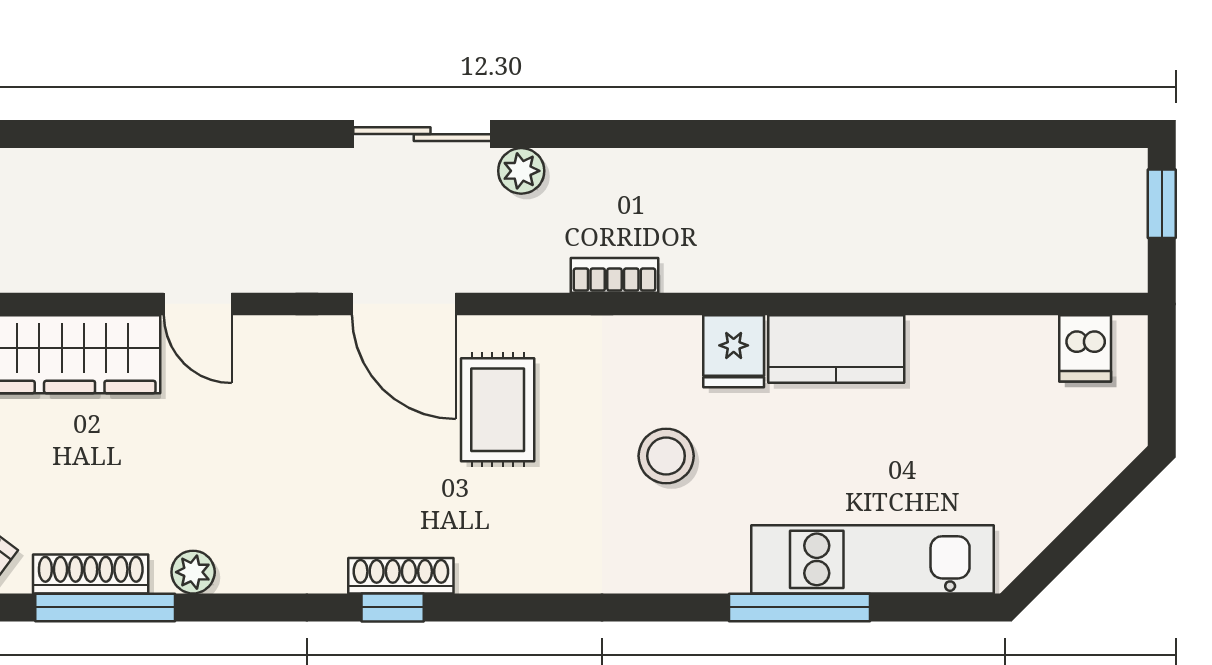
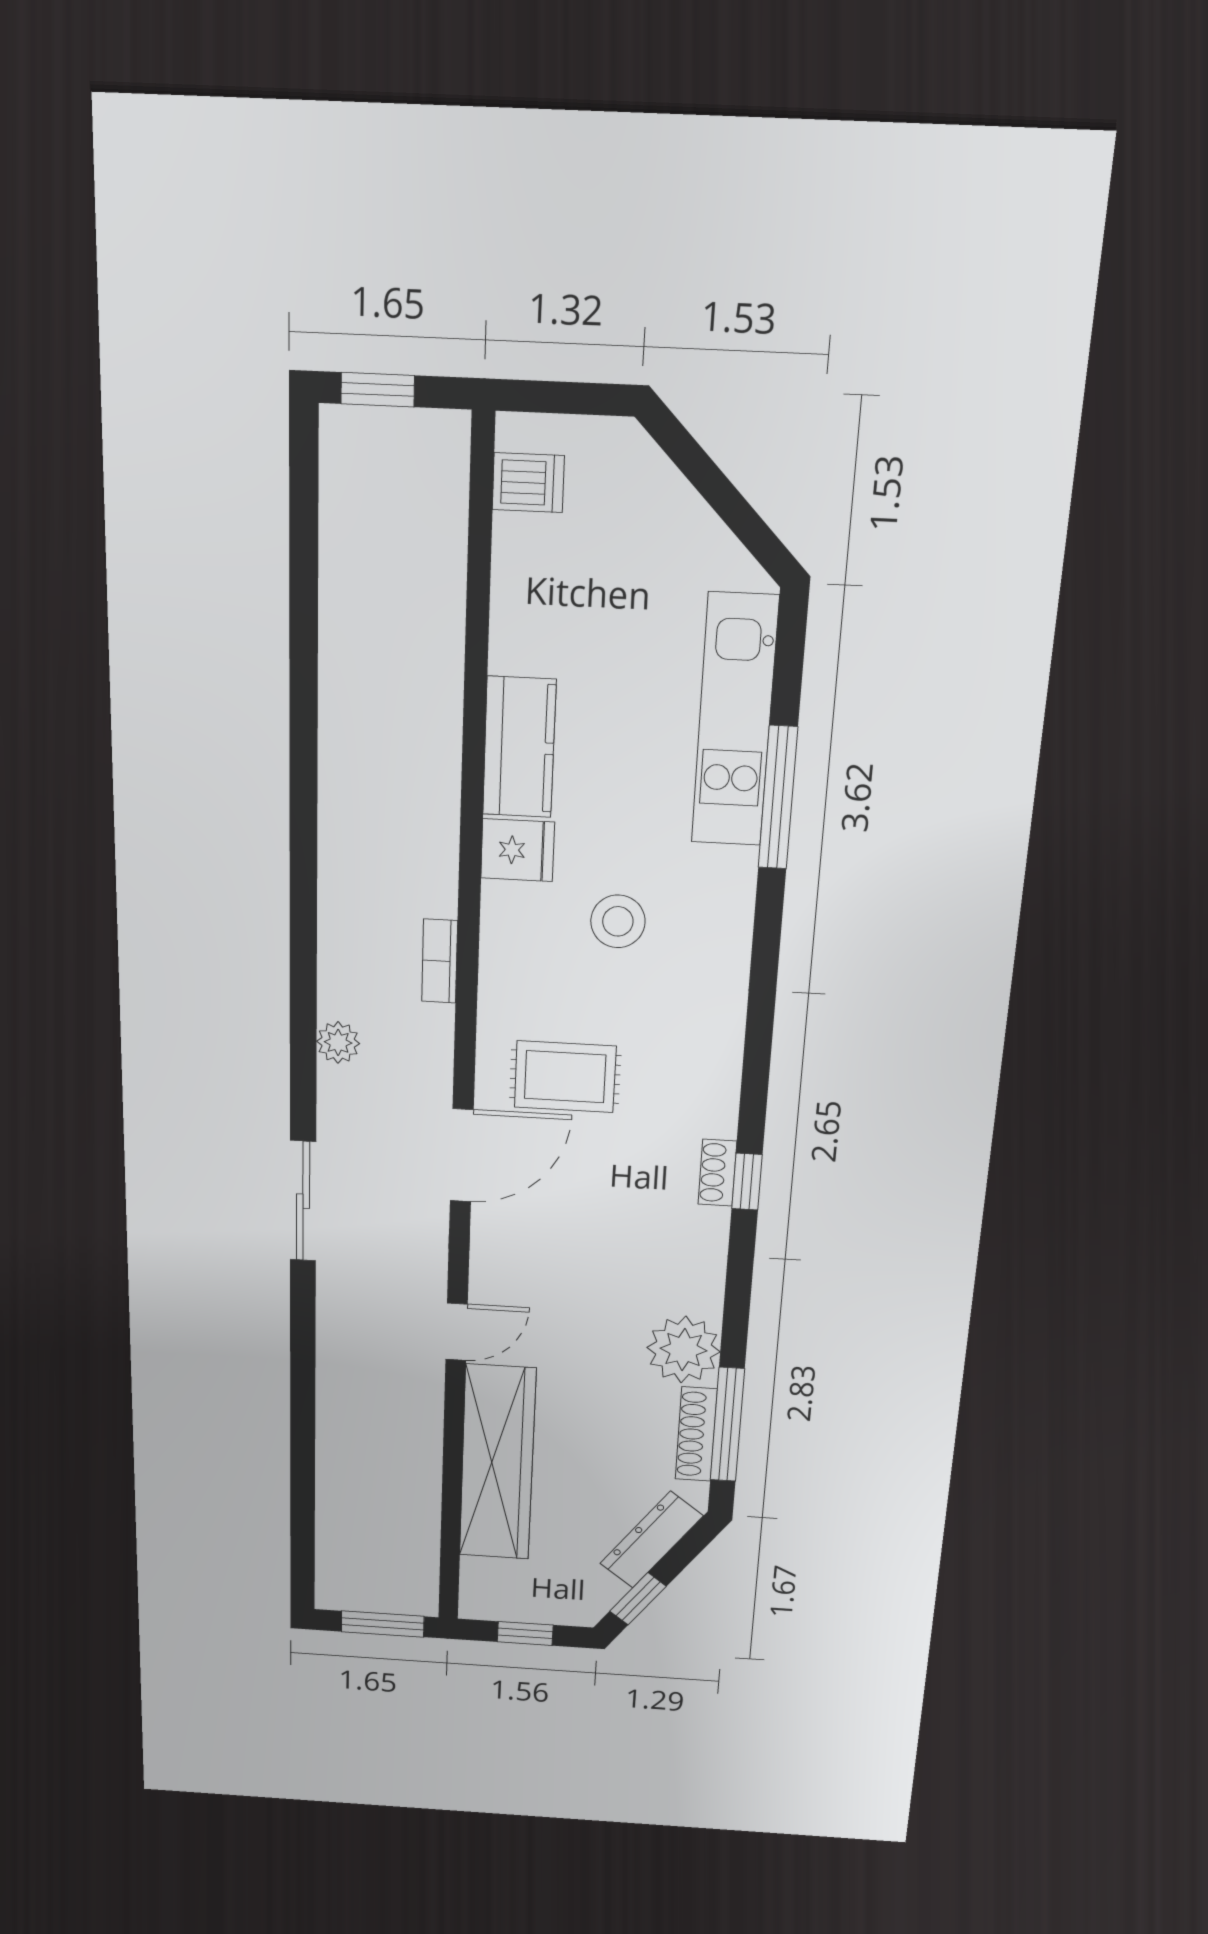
sliding door: (422, 134) -> (303, 1201), moved
plant: (193, 572) -> (683, 1350), width x1.88, depth x1.88
shoe rack: (401, 576) -> (717, 1173), width x0.70

